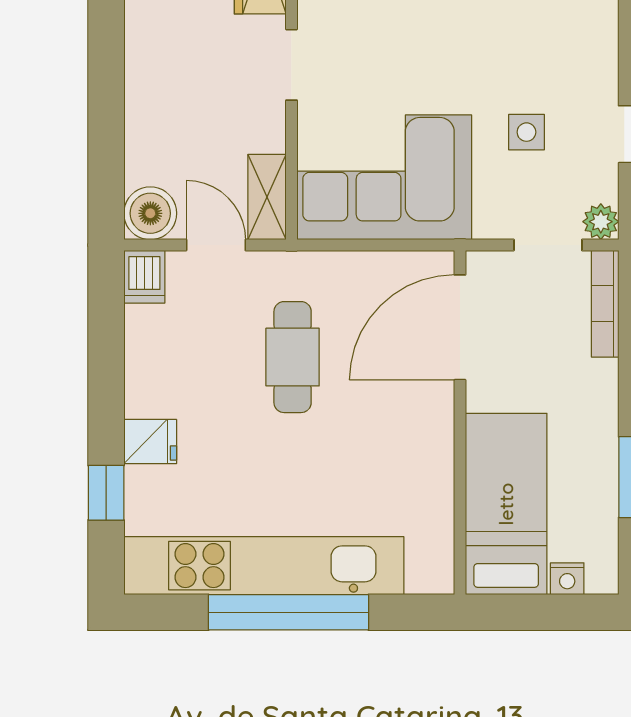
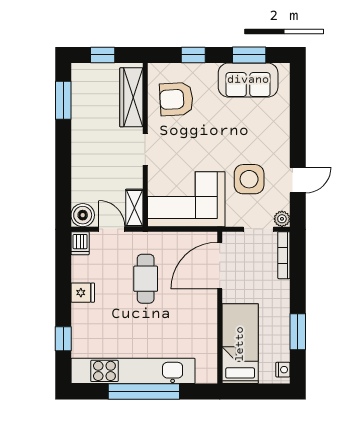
side table: (526, 132) -> (249, 179), width x1.87, depth x1.87
fridge: (150, 442) -> (83, 293), moved
nightstand: (567, 579) -> (283, 370), moved, turned -90

